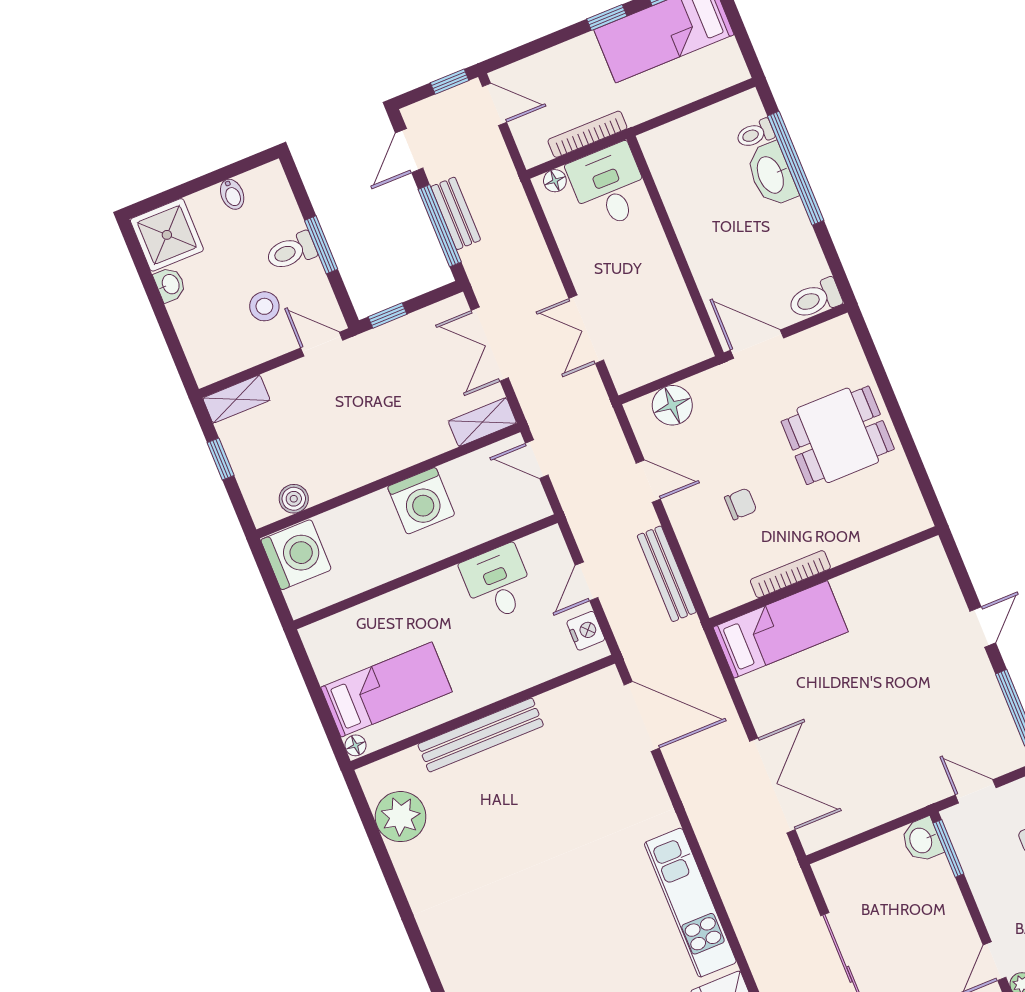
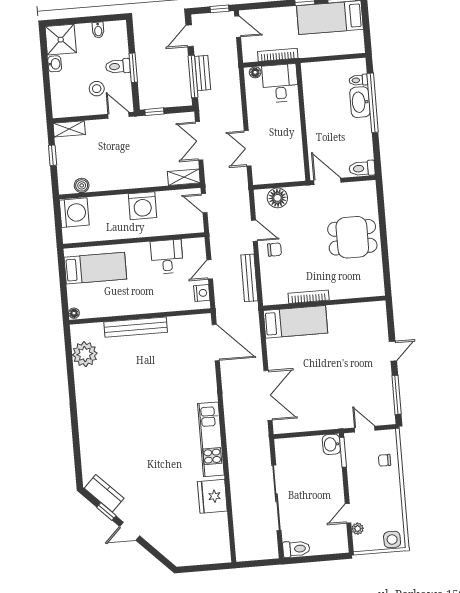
chair: (741, 504) -> (274, 250), moved
bed: (386, 690) -> (95, 268), moved

